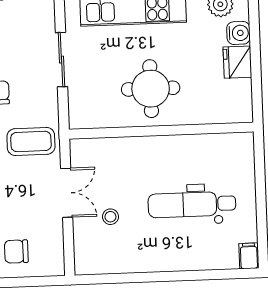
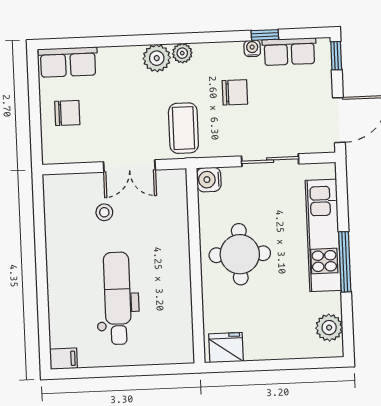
water cooler: (238, 33) -> (209, 180), moved, turned 90
fridge: (237, 62) -> (226, 348), moved
chair: (16, 251) -> (67, 113), turned 90

